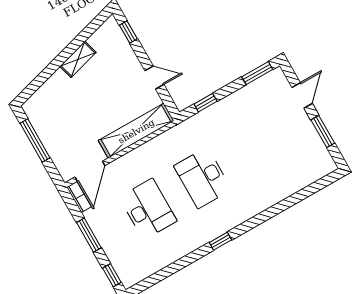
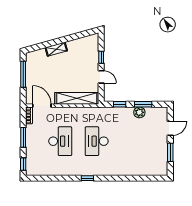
window: (128, 32) -> (101, 57), moved
shelving: (78, 59) -> (56, 49), moved
window: (257, 73) -> (143, 104), moved
plant: (242, 98) -> (139, 112), added
door: (90, 171) -> (42, 106), swing flipped

